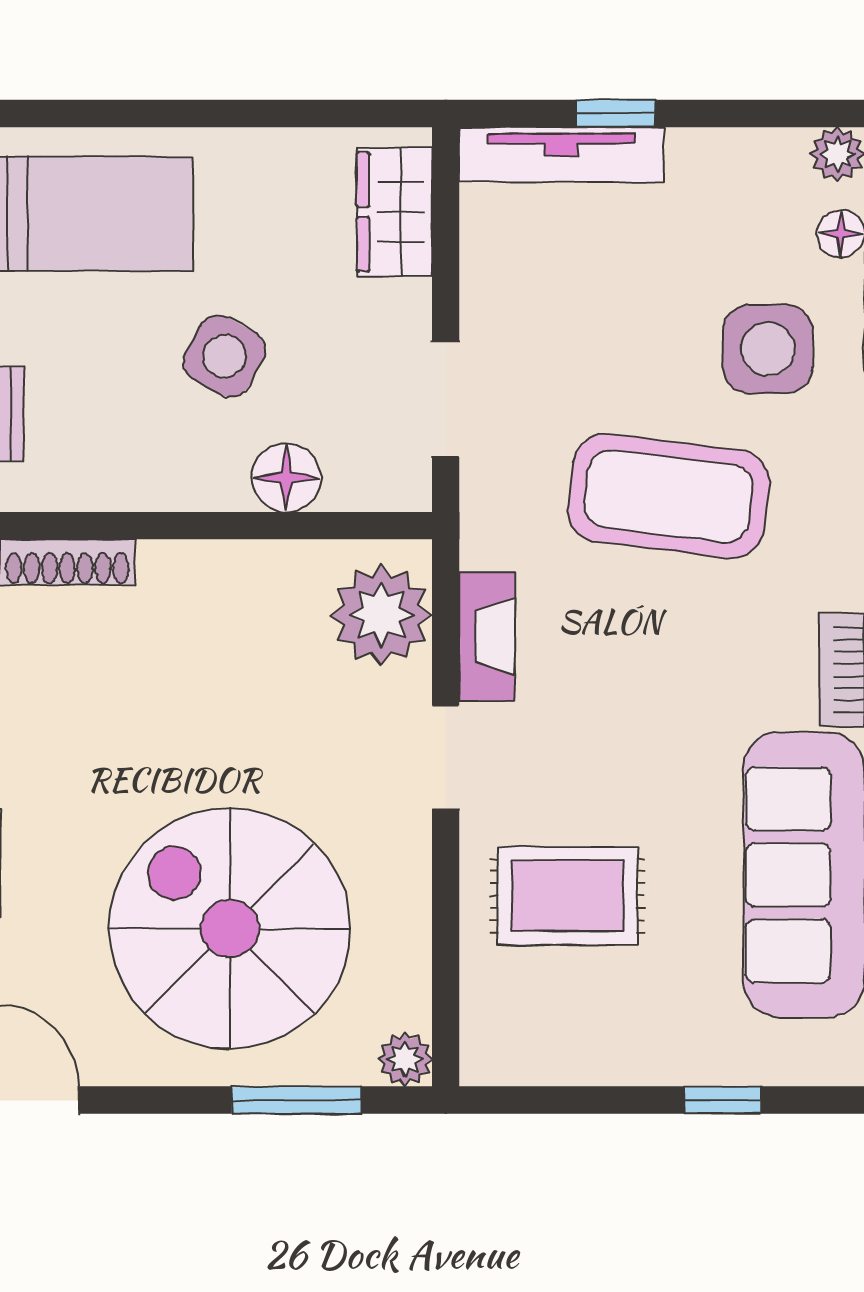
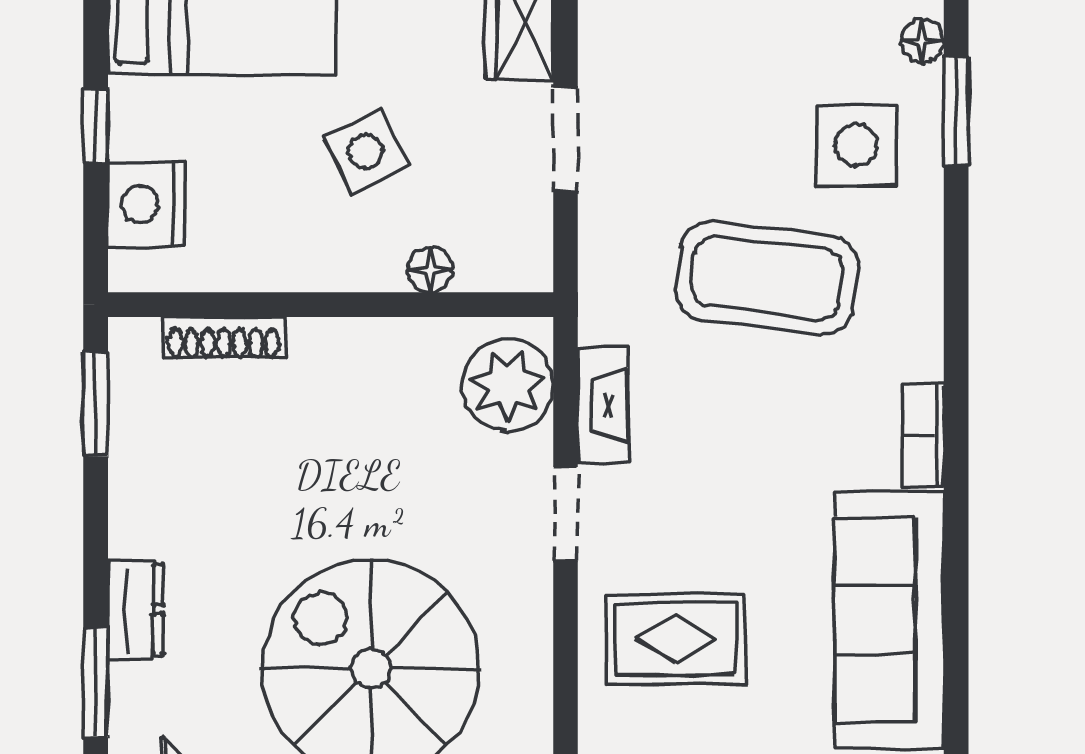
side table: (224, 356) -> (366, 151), turned 35
doorway: (446, 399) -> (566, 140), moved
floor lamp: (286, 478) -> (430, 270), width x0.73, depth x0.73

